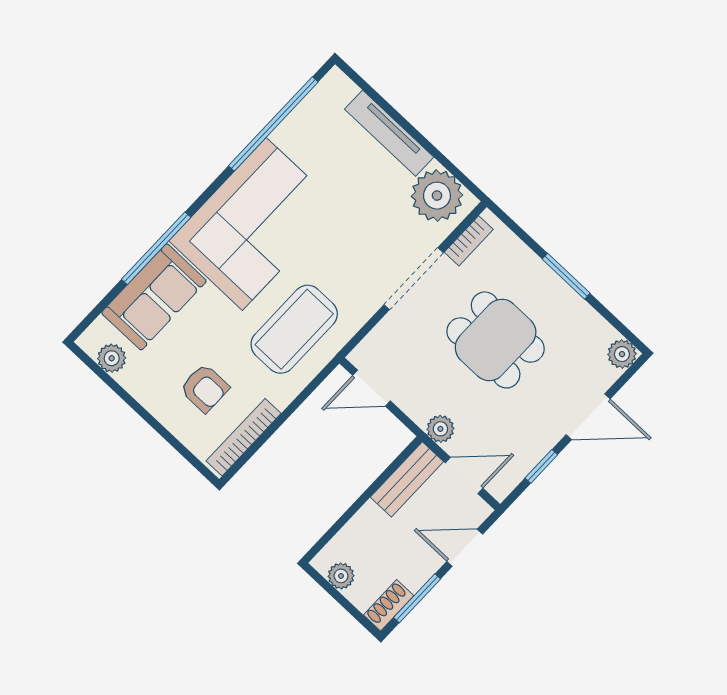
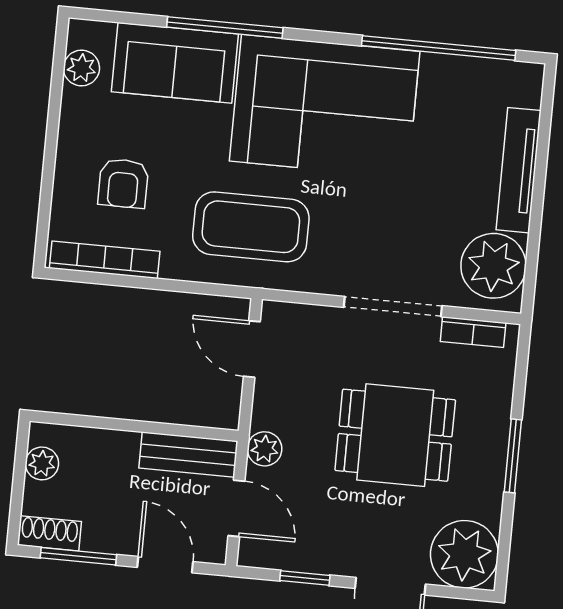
dining table: (496, 340) -> (395, 435), turned 90
plant: (622, 354) -> (464, 554), width x1.87, depth x1.87

